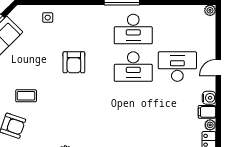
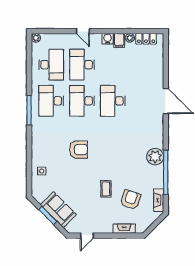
desk: (133, 29) -> (51, 101), turned 180
desk: (177, 29) -> (51, 65), added
desk: (133, 67) -> (82, 101), turned 180
desk: (133, 104) -> (113, 101), added

